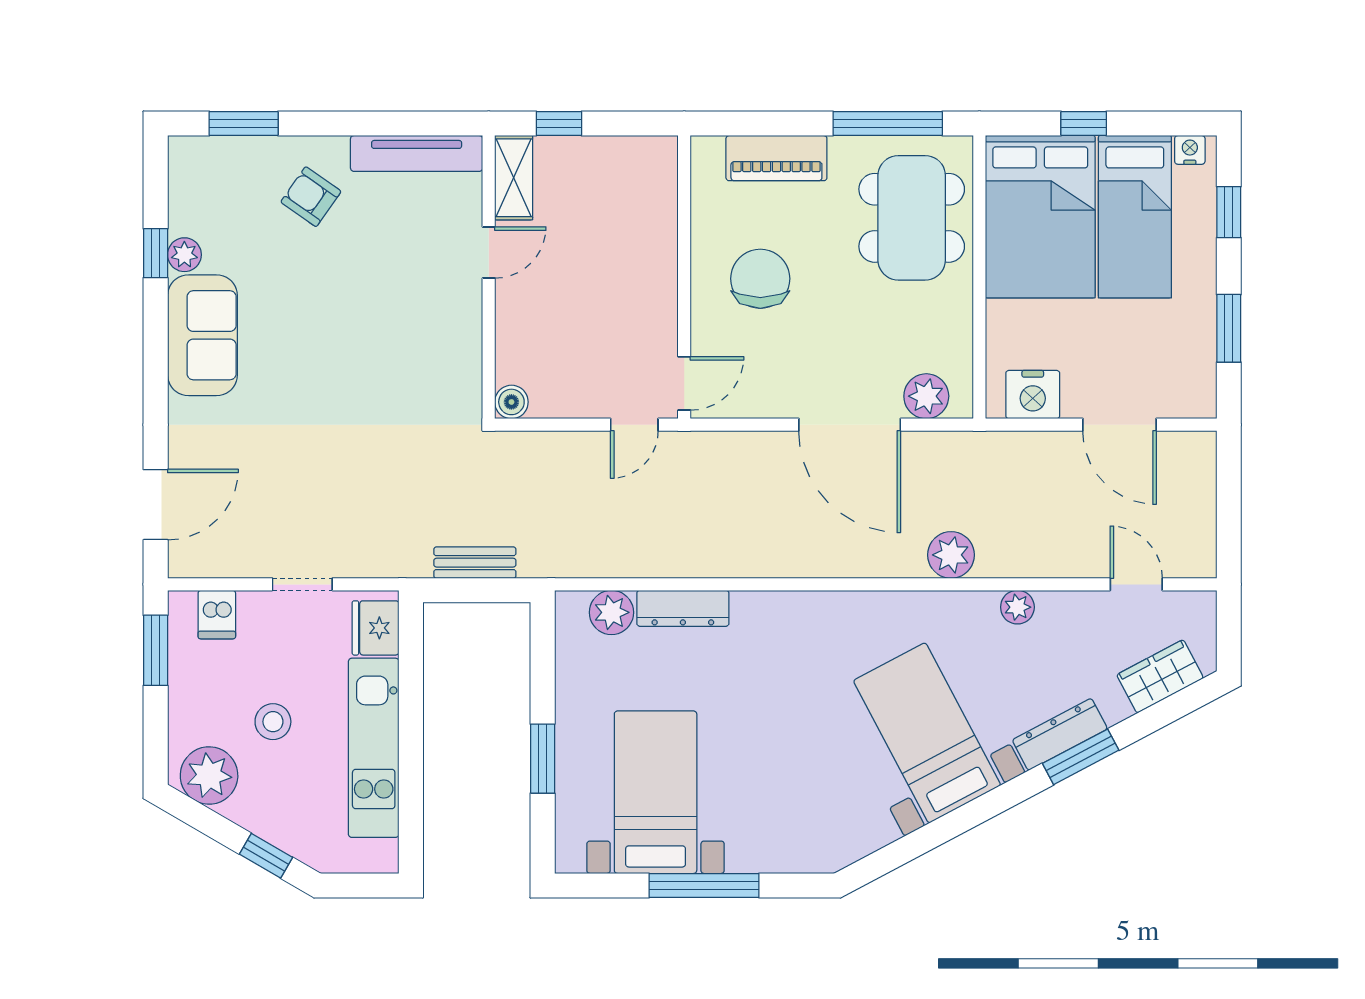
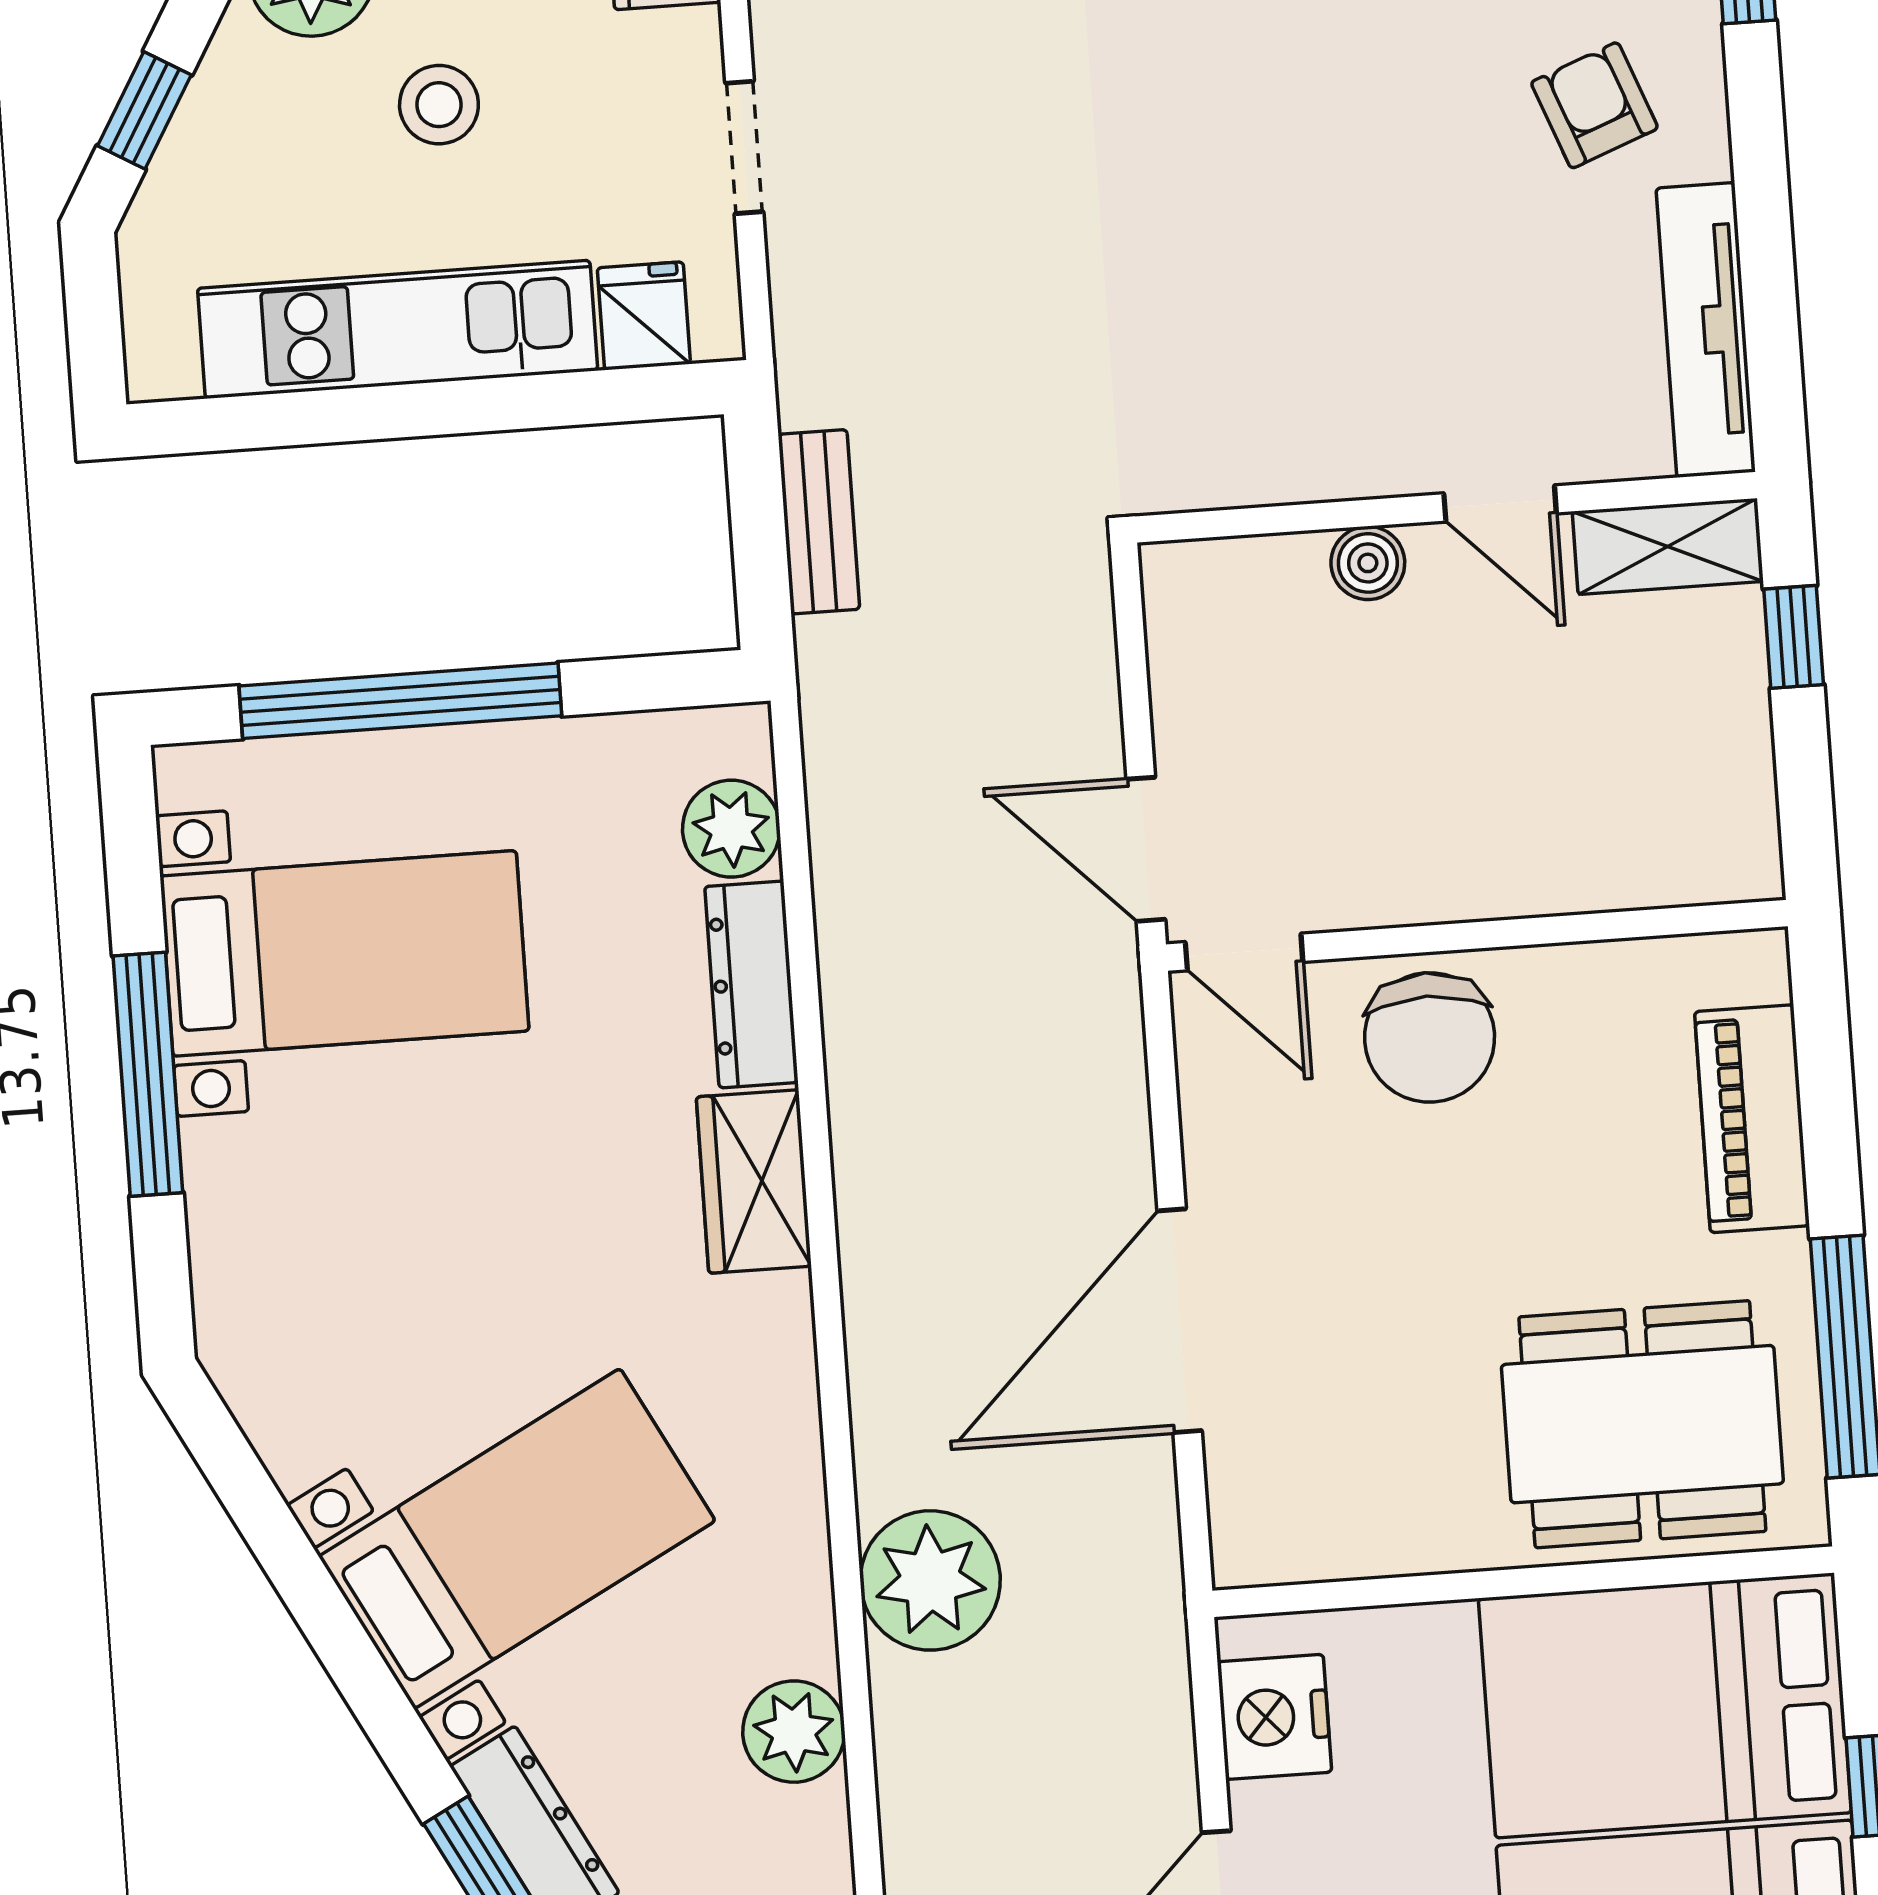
armchair: (311, 197) -> (1594, 105), turned -56
chair: (760, 279) -> (1430, 1037), moved, turned 90
plant: (926, 396) -> (1254, 1484), removed
boiler: (511, 402) -> (1368, 563), moved
door: (634, 425) -> (1146, 849), width x1.38
plant: (951, 555) -> (930, 1580), width x1.36, depth x1.36
plant: (1017, 607) -> (794, 1732), width x1.38, depth x1.38
wardrobe: (773, 614) -> (754, 1182), added
fridge: (376, 628) -> (644, 316), width x0.72
window: (543, 759) -> (400, 701), width x2.11

